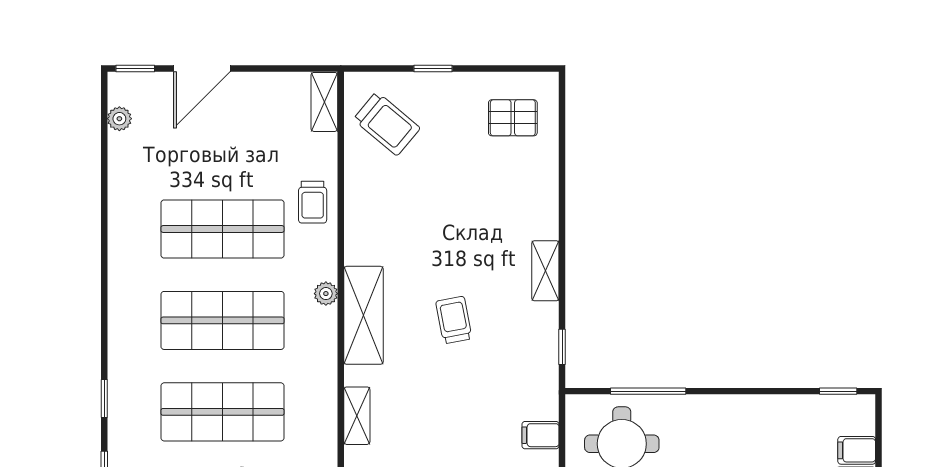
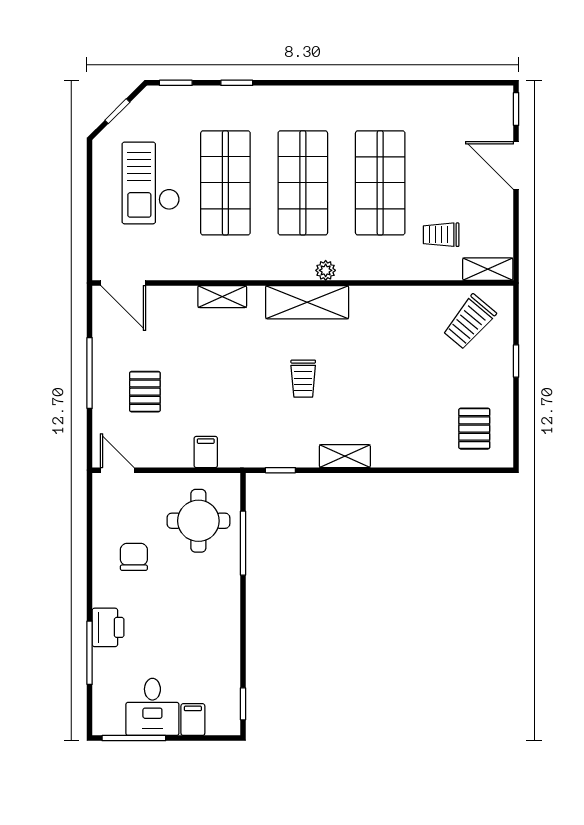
plant: (119, 119) -> (474, 96), removed
trolley: (313, 202) -> (441, 235), moved
trolley: (454, 320) -> (303, 379), turned 101

